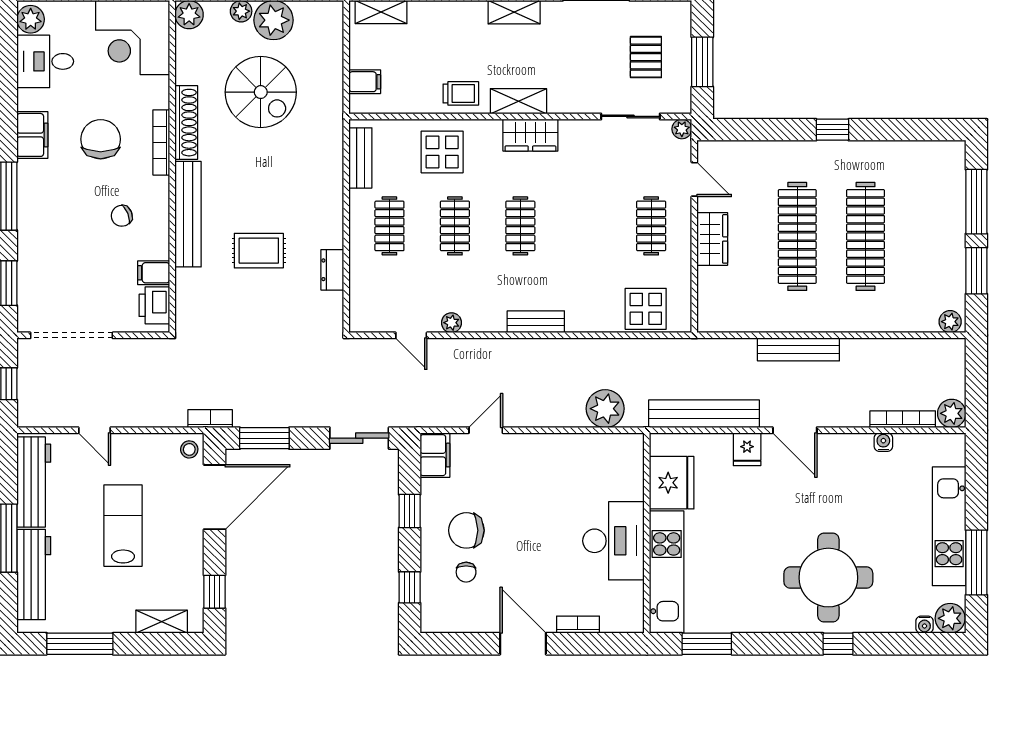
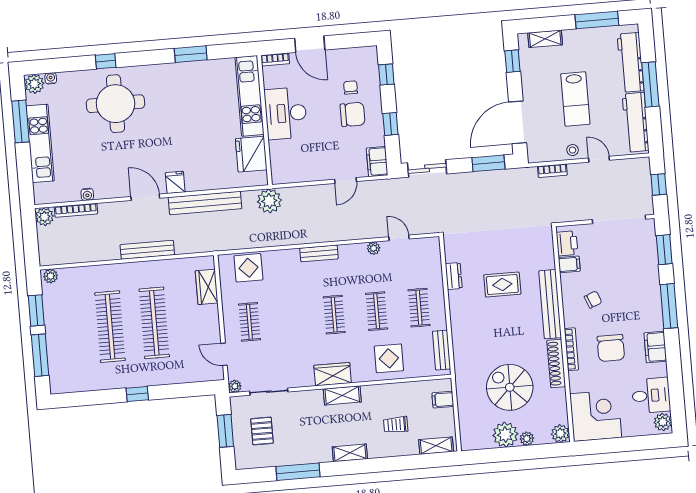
trolley: (461, 93) -> (396, 425), moved
wardrobe: (712, 239) -> (207, 287), moved
bookcase: (210, 419) -> (552, 171), moved
stool: (189, 449) -> (573, 150), moved
fridge: (672, 483) -> (251, 154), moved
wall: (647, 533) -> (265, 120), moved
desk: (613, 541) -> (286, 113), moved
kitchen unit: (667, 572) -> (250, 96), moved

